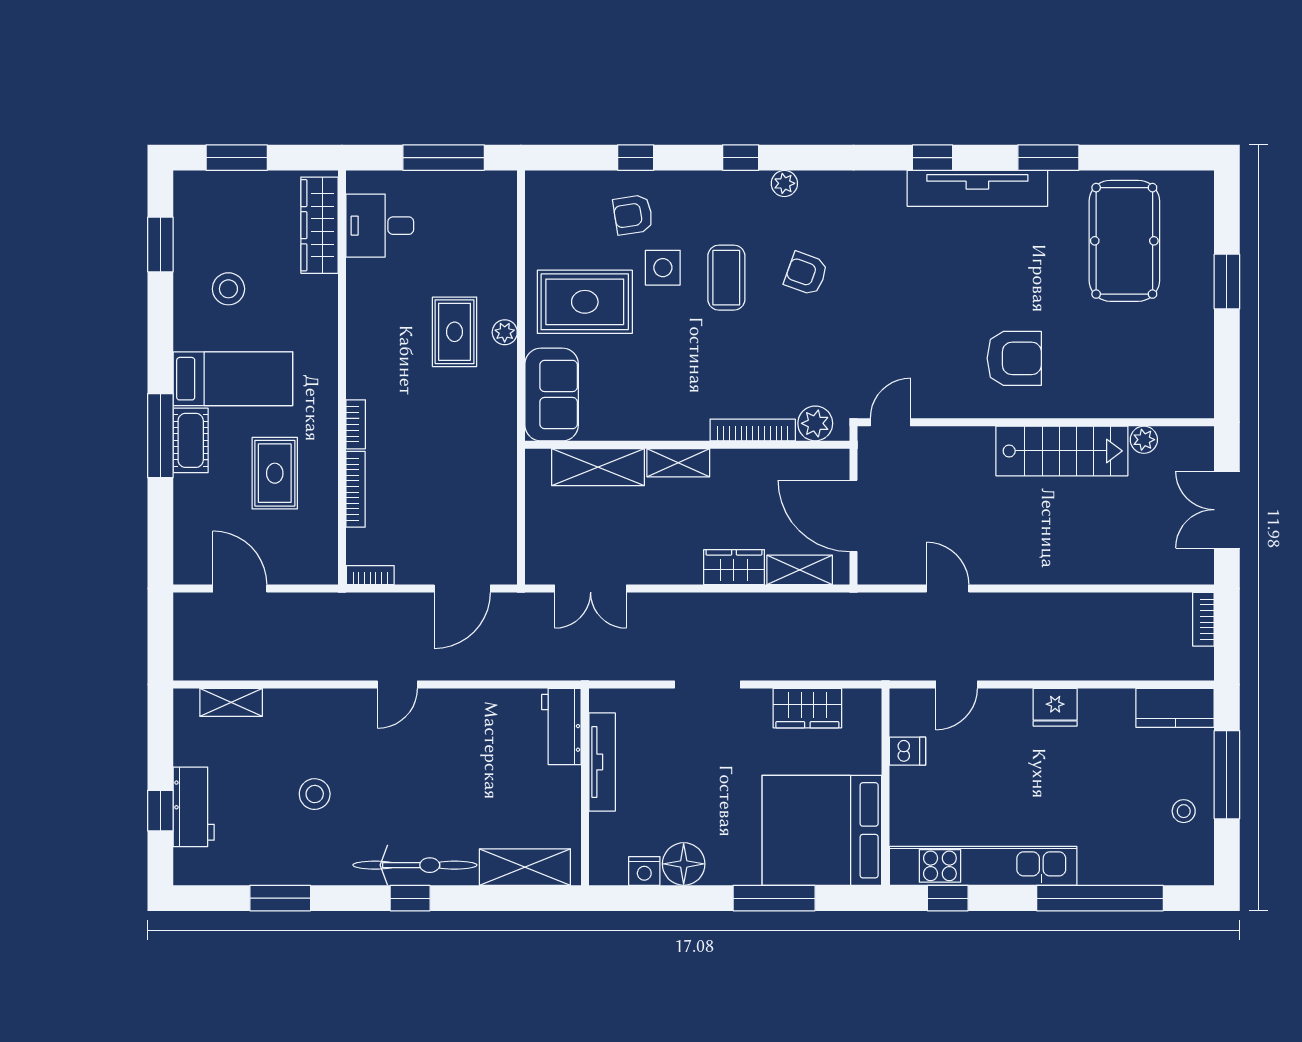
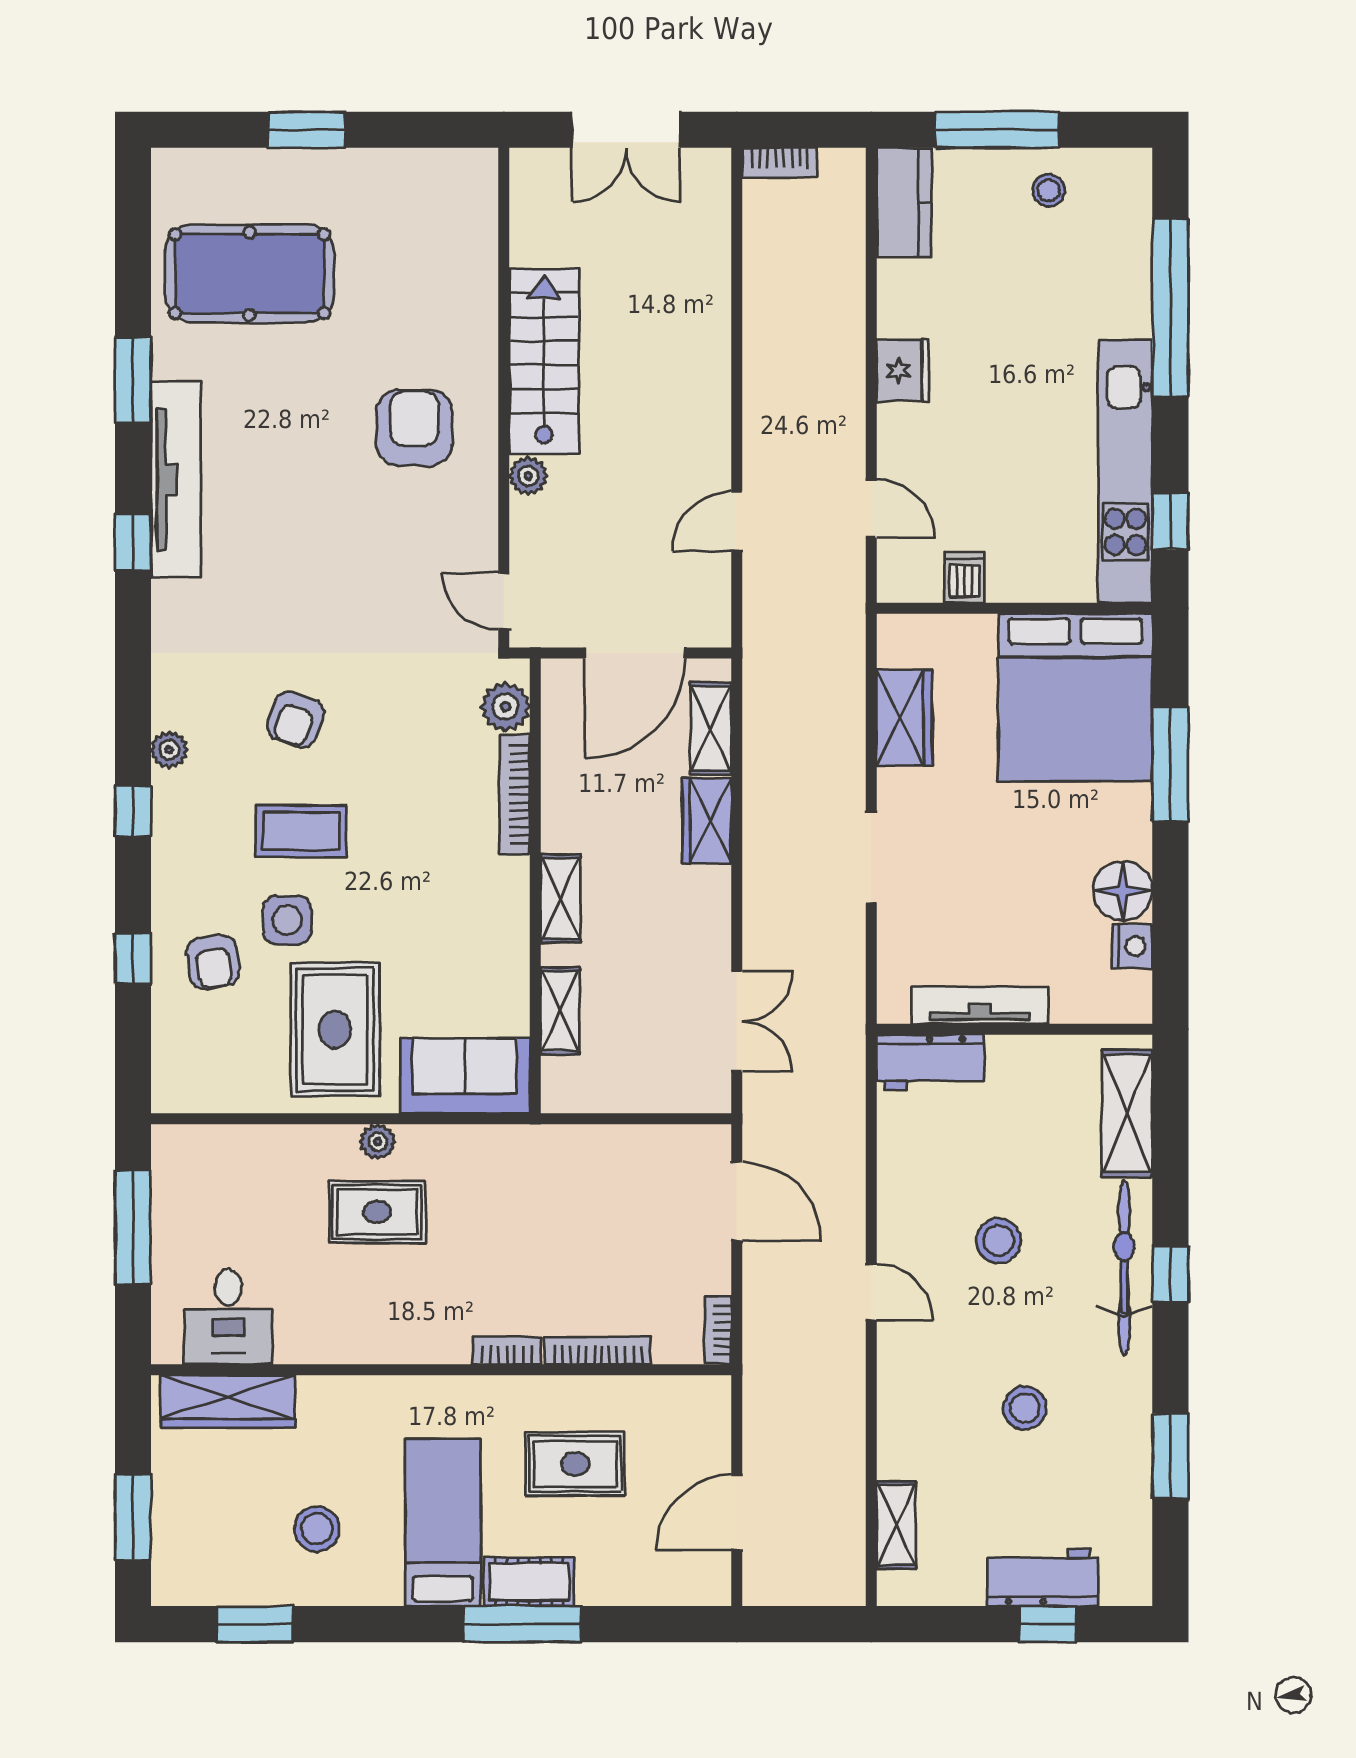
plant: (1144, 440) -> (528, 476), moved
shelving: (598, 467) -> (560, 1011), width x0.67, depth x0.75
stool: (434, 775) -> (999, 1241), added

